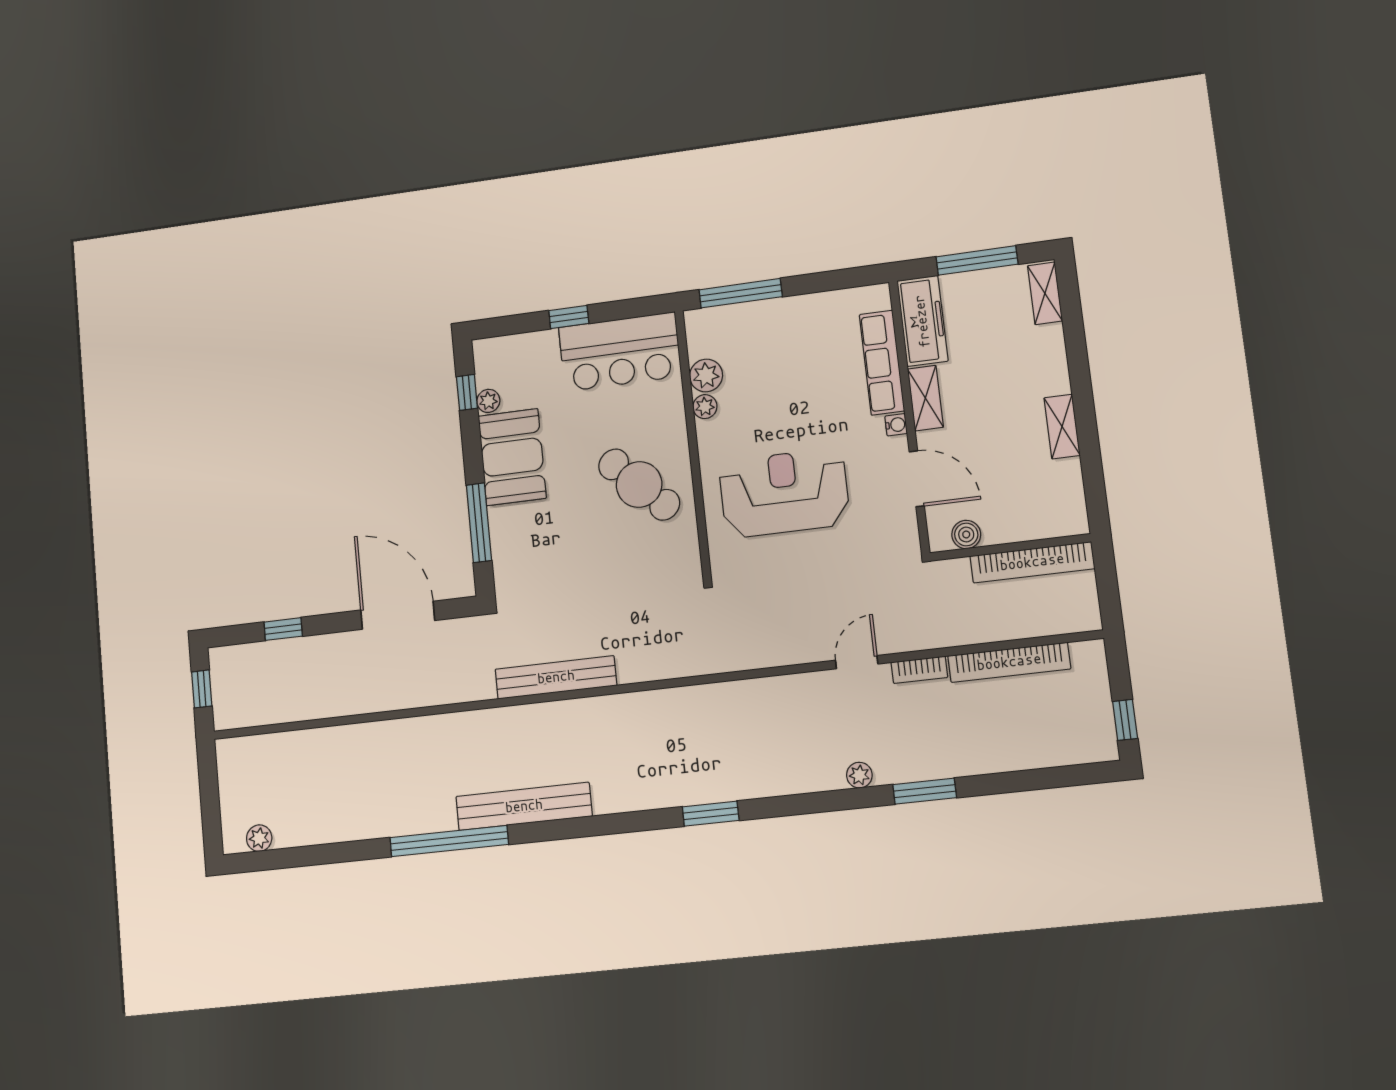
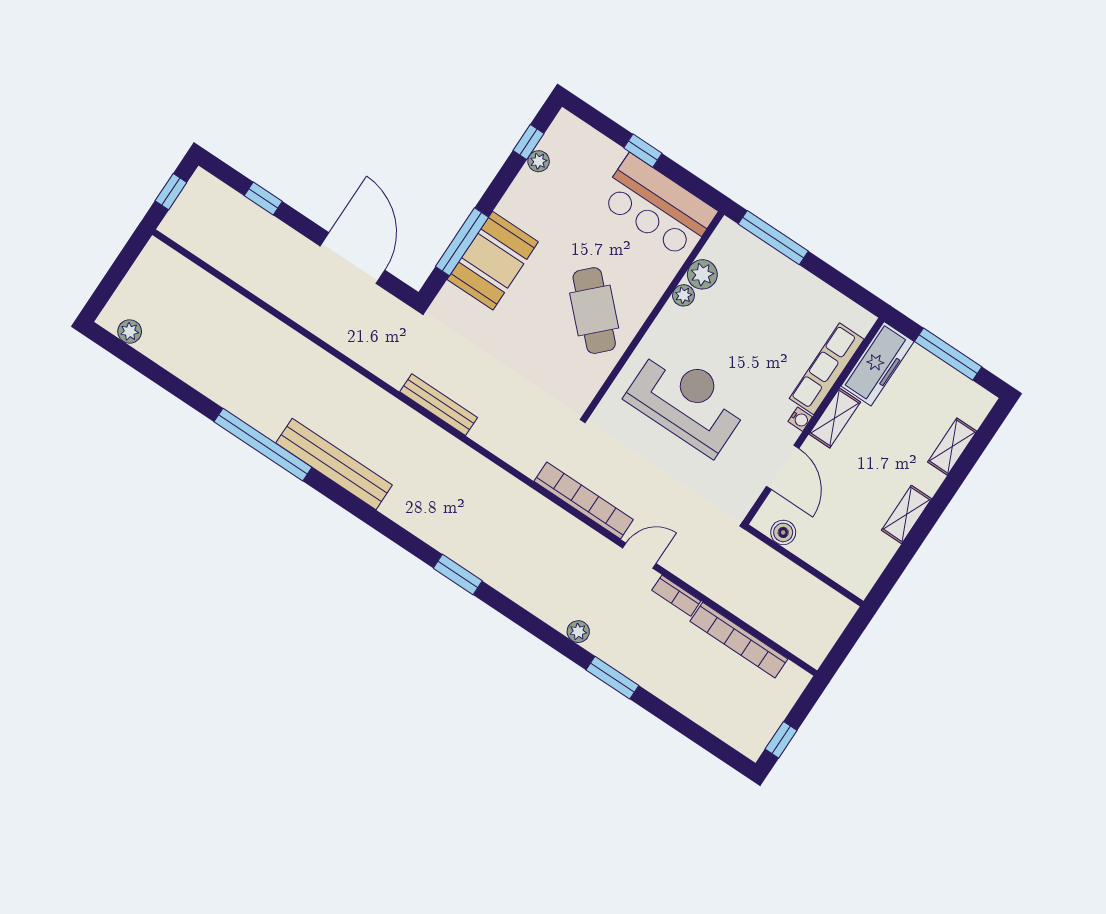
shelving: (1045, 293) -> (952, 447), moved
booth: (512, 457) -> (493, 261), moved
bookcase: (1032, 562) -> (584, 500), moved, turned 180
bench: (556, 677) -> (439, 405), width x0.73, depth x0.82

